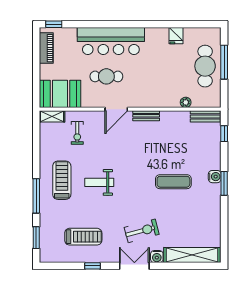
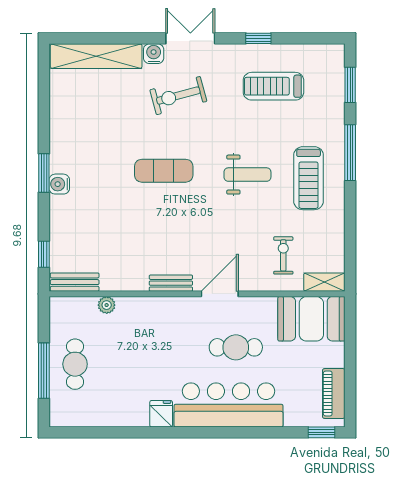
fridge: (176, 36) -> (161, 414), moved
cafe table: (205, 66) -> (75, 364), width x0.73, depth x0.74
exercise mat: (173, 182) -> (164, 171), moved
double door: (134, 266) -> (190, 38), swing flipped

